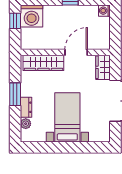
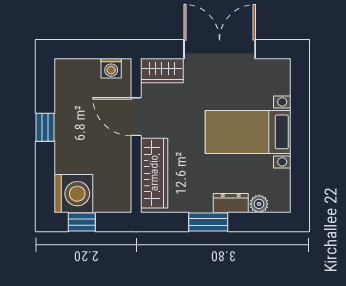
washing machine: (104, 11) -> (111, 68), moved

